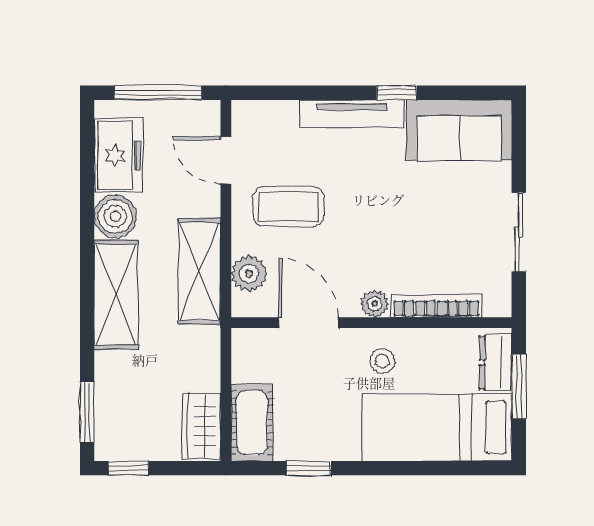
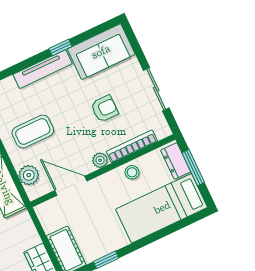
armchair: (421, 224) -> (104, 109), added
stool: (382, 361) -> (132, 172), moved

